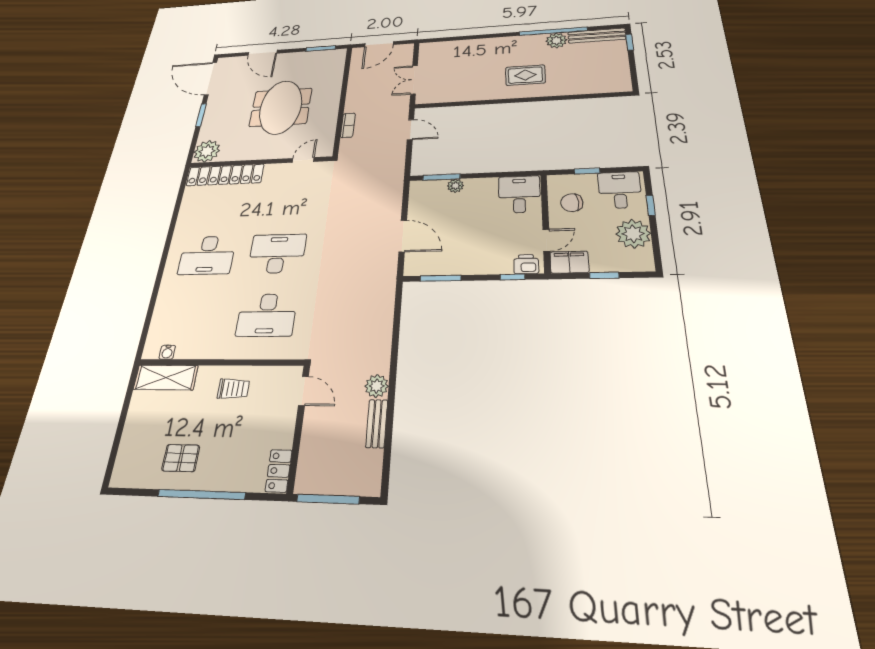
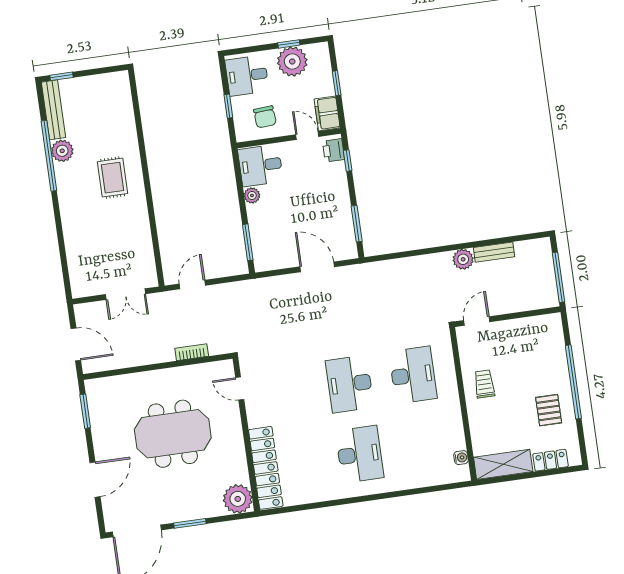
plant: (455, 186) -> (252, 195), moved
window: (651, 205) -> (289, 44), moved
door: (403, 236) -> (317, 267), hinge flipped
shelving: (166, 377) -> (503, 464), moved, turned 90
locker: (279, 471) -> (551, 460), moved, turned 180

